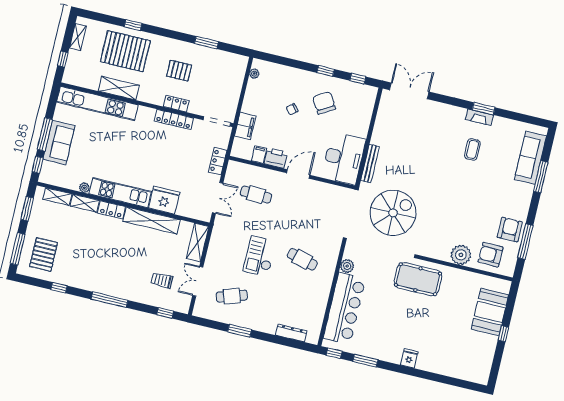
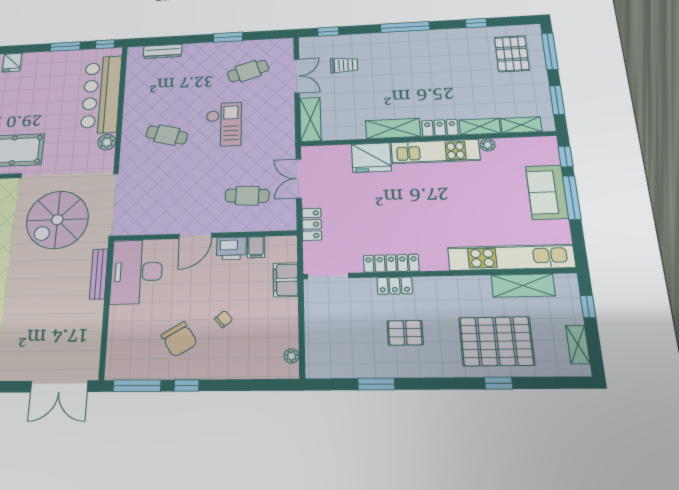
window: (358, 79) -> (137, 386), width x2.17
shelving: (119, 88) -> (523, 286), moved
shelving: (152, 221) -> (393, 129), width x0.68

